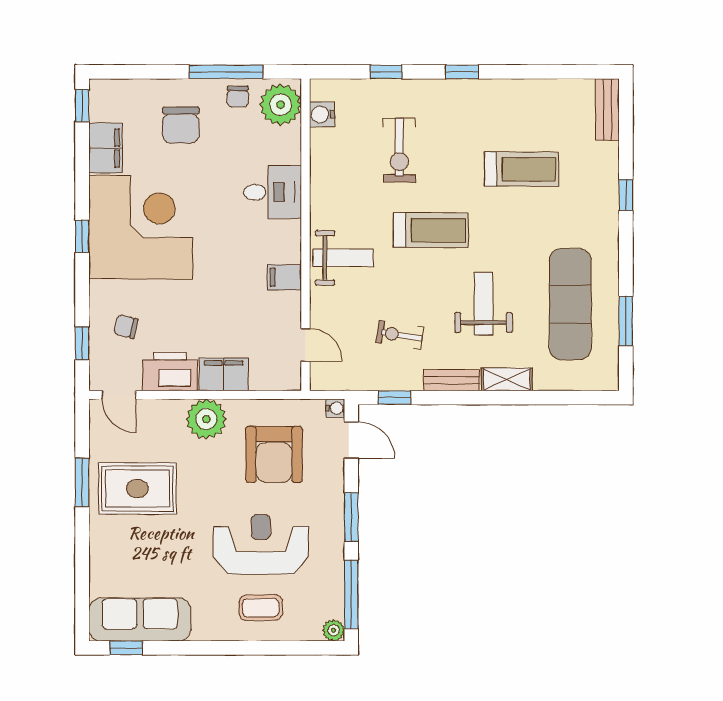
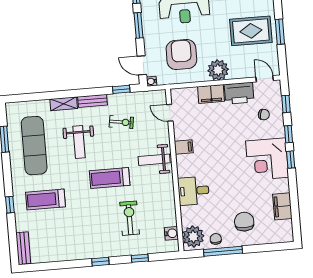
window: (82, 106) -> (289, 134), moved
treadmill: (522, 169) -> (46, 199), moved
corner desk: (141, 227) -> (267, 159), width x0.74, depth x0.74

